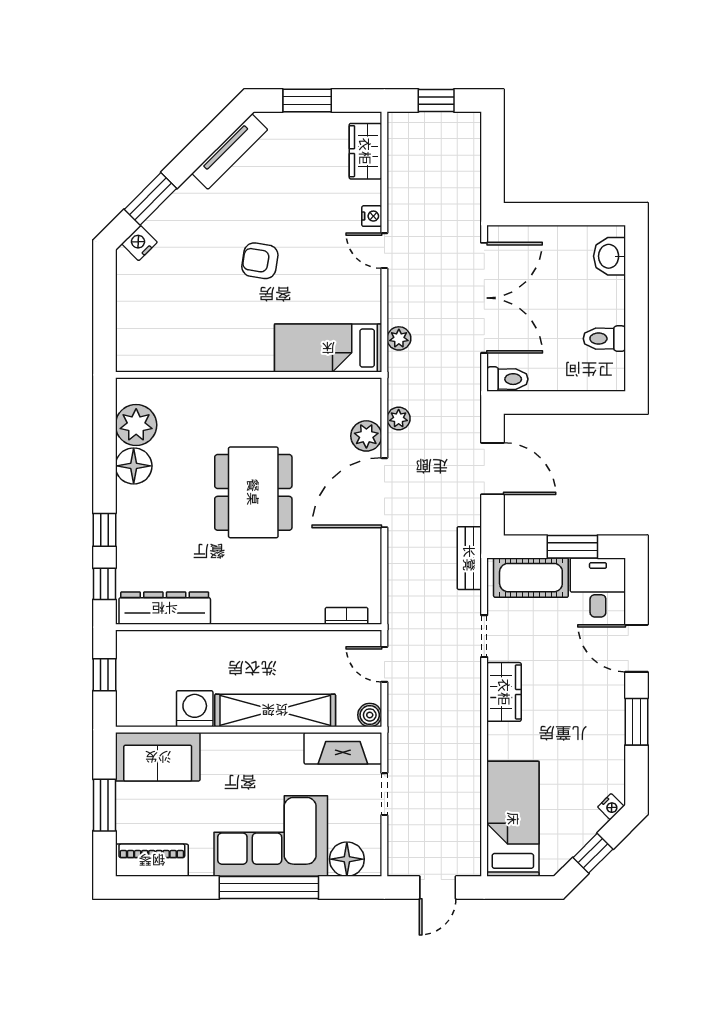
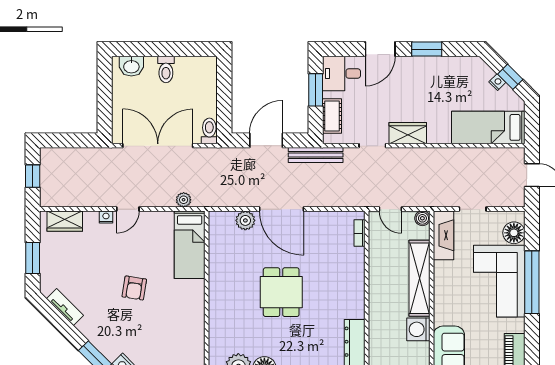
tv unit: (230, 152) -> (65, 307), width x0.71
toilet: (604, 339) -> (166, 69), moved
plant: (399, 418) -> (234, 200), removed
dining table: (253, 492) -> (281, 292), width x0.73
bench: (469, 558) -> (316, 155), width x1.36
cot: (531, 578) -> (332, 116), width x0.73, depth x0.75
door: (384, 664) -> (390, 209), hinge flipped
nightstand: (611, 807) -> (497, 82), moved

